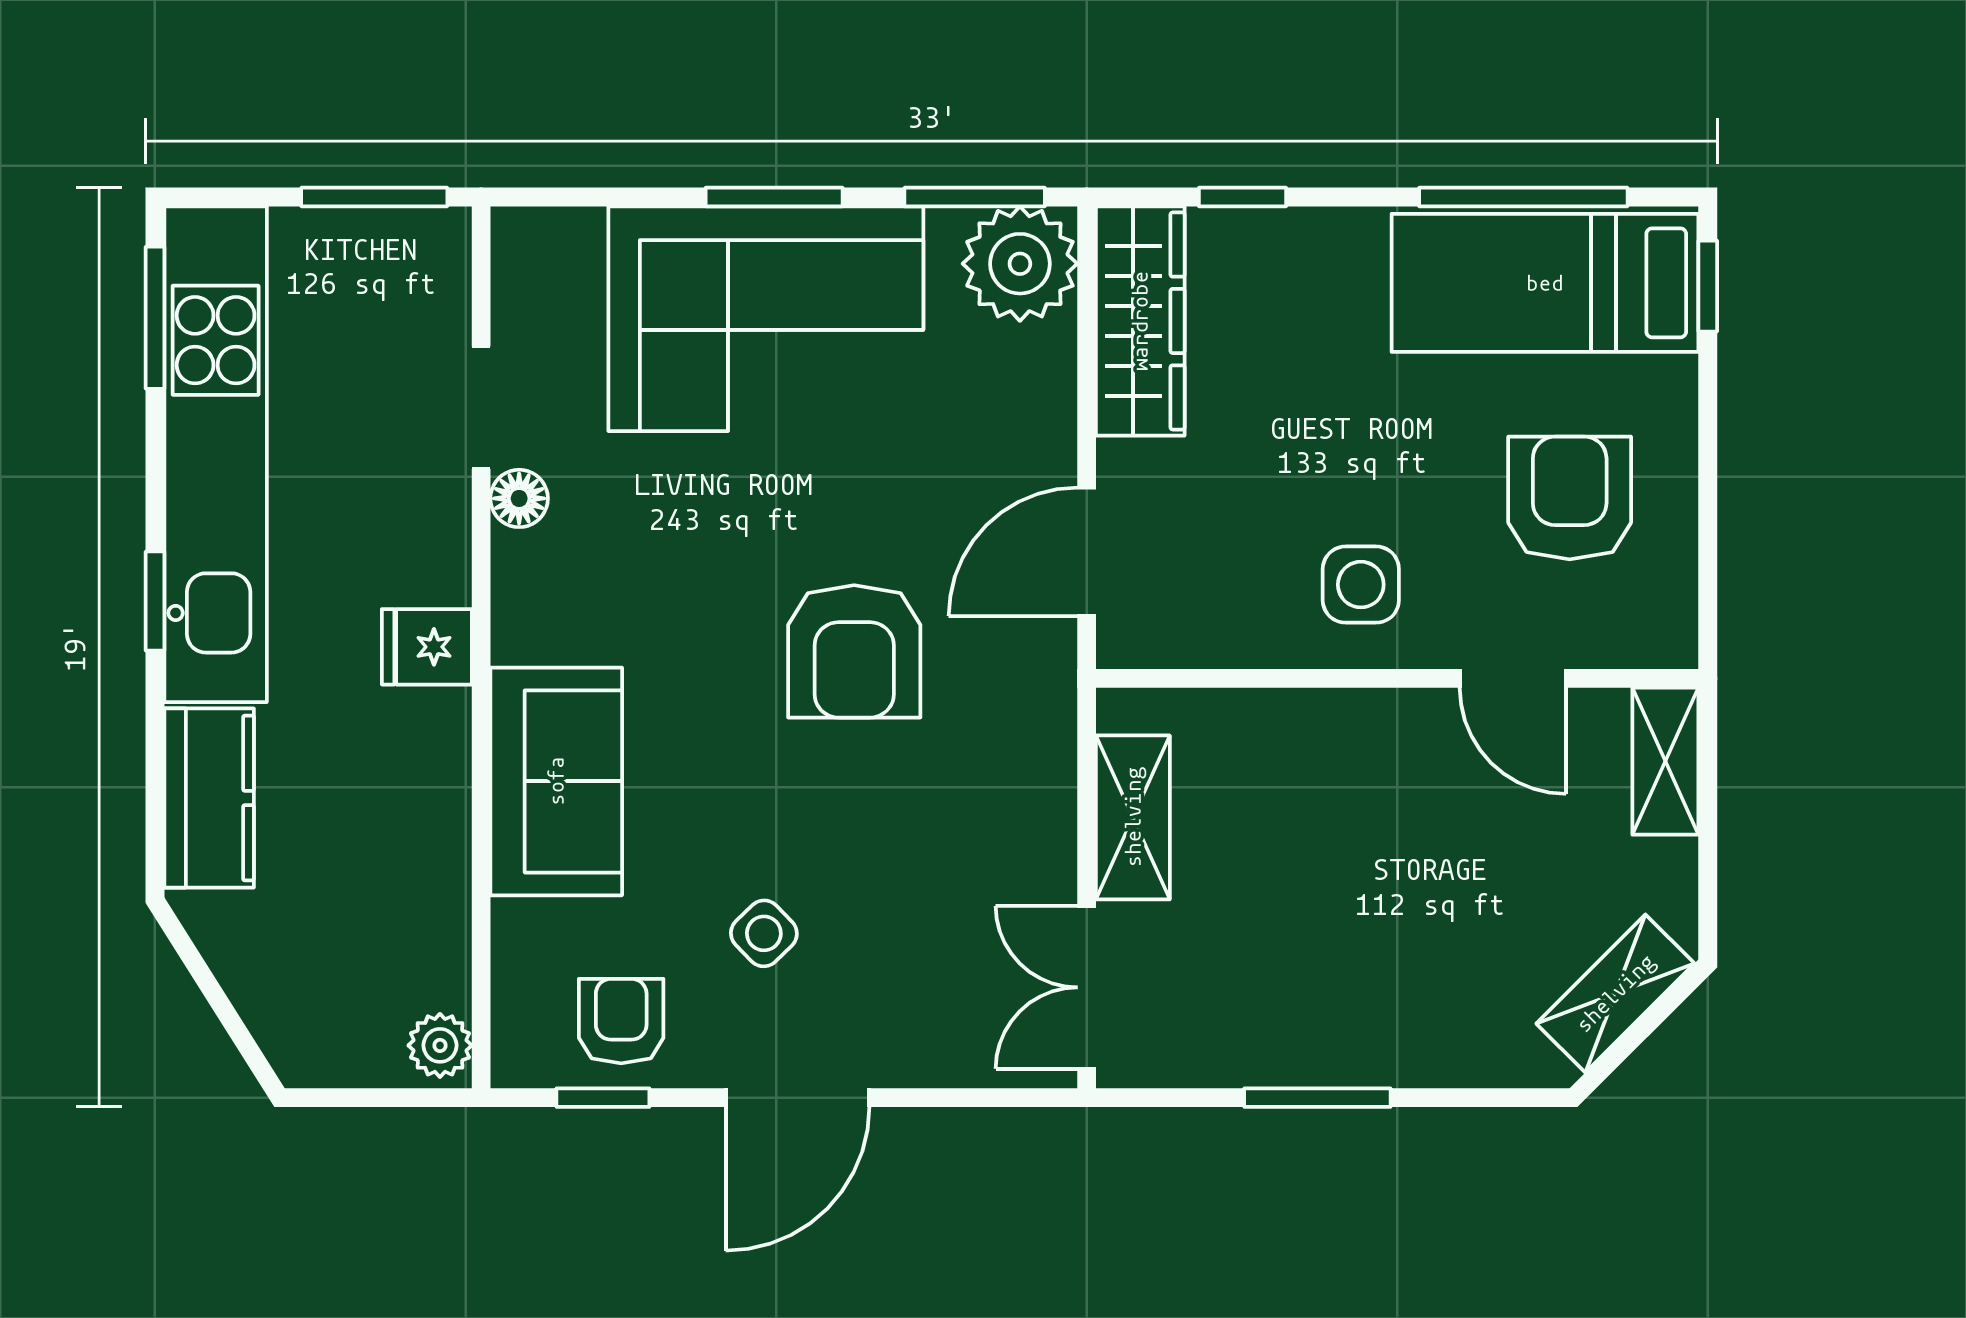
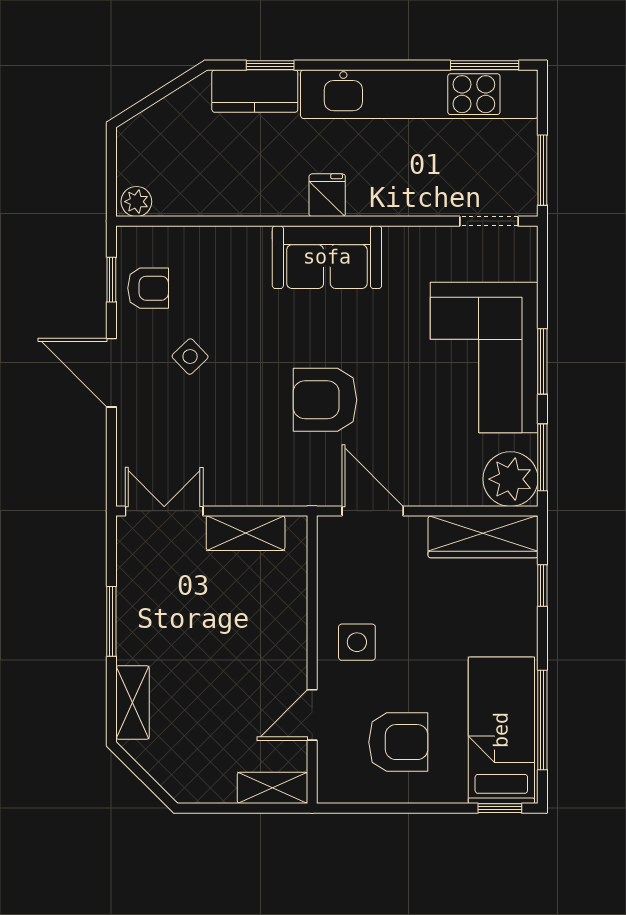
doorway: (481, 408) -> (489, 221), moved
floor lamp: (519, 498) -> (398, 239), removed
window: (155, 601) -> (270, 65), moved
sofa: (556, 781) -> (327, 257), moved
shelving: (1615, 993) -> (133, 703), moved, turned 45

